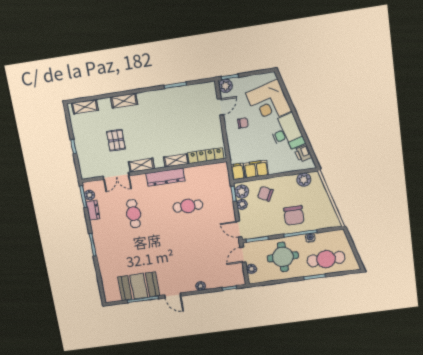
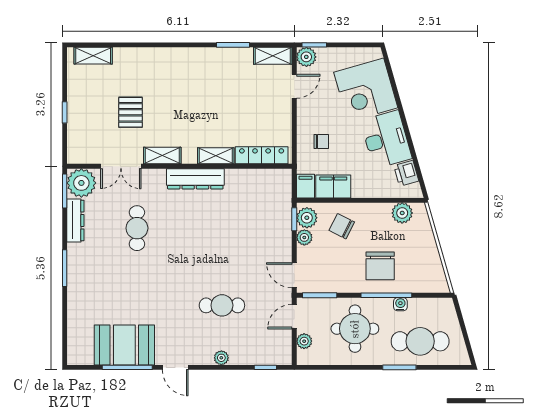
shelving: (124, 101) -> (273, 56), moved
chair: (243, 123) -> (321, 142), moved
plant: (90, 195) -> (81, 183), width x1.88, depth x1.88
cafe table: (188, 206) -> (222, 305), moved
dresser: (93, 210) -> (75, 220), width x1.44

